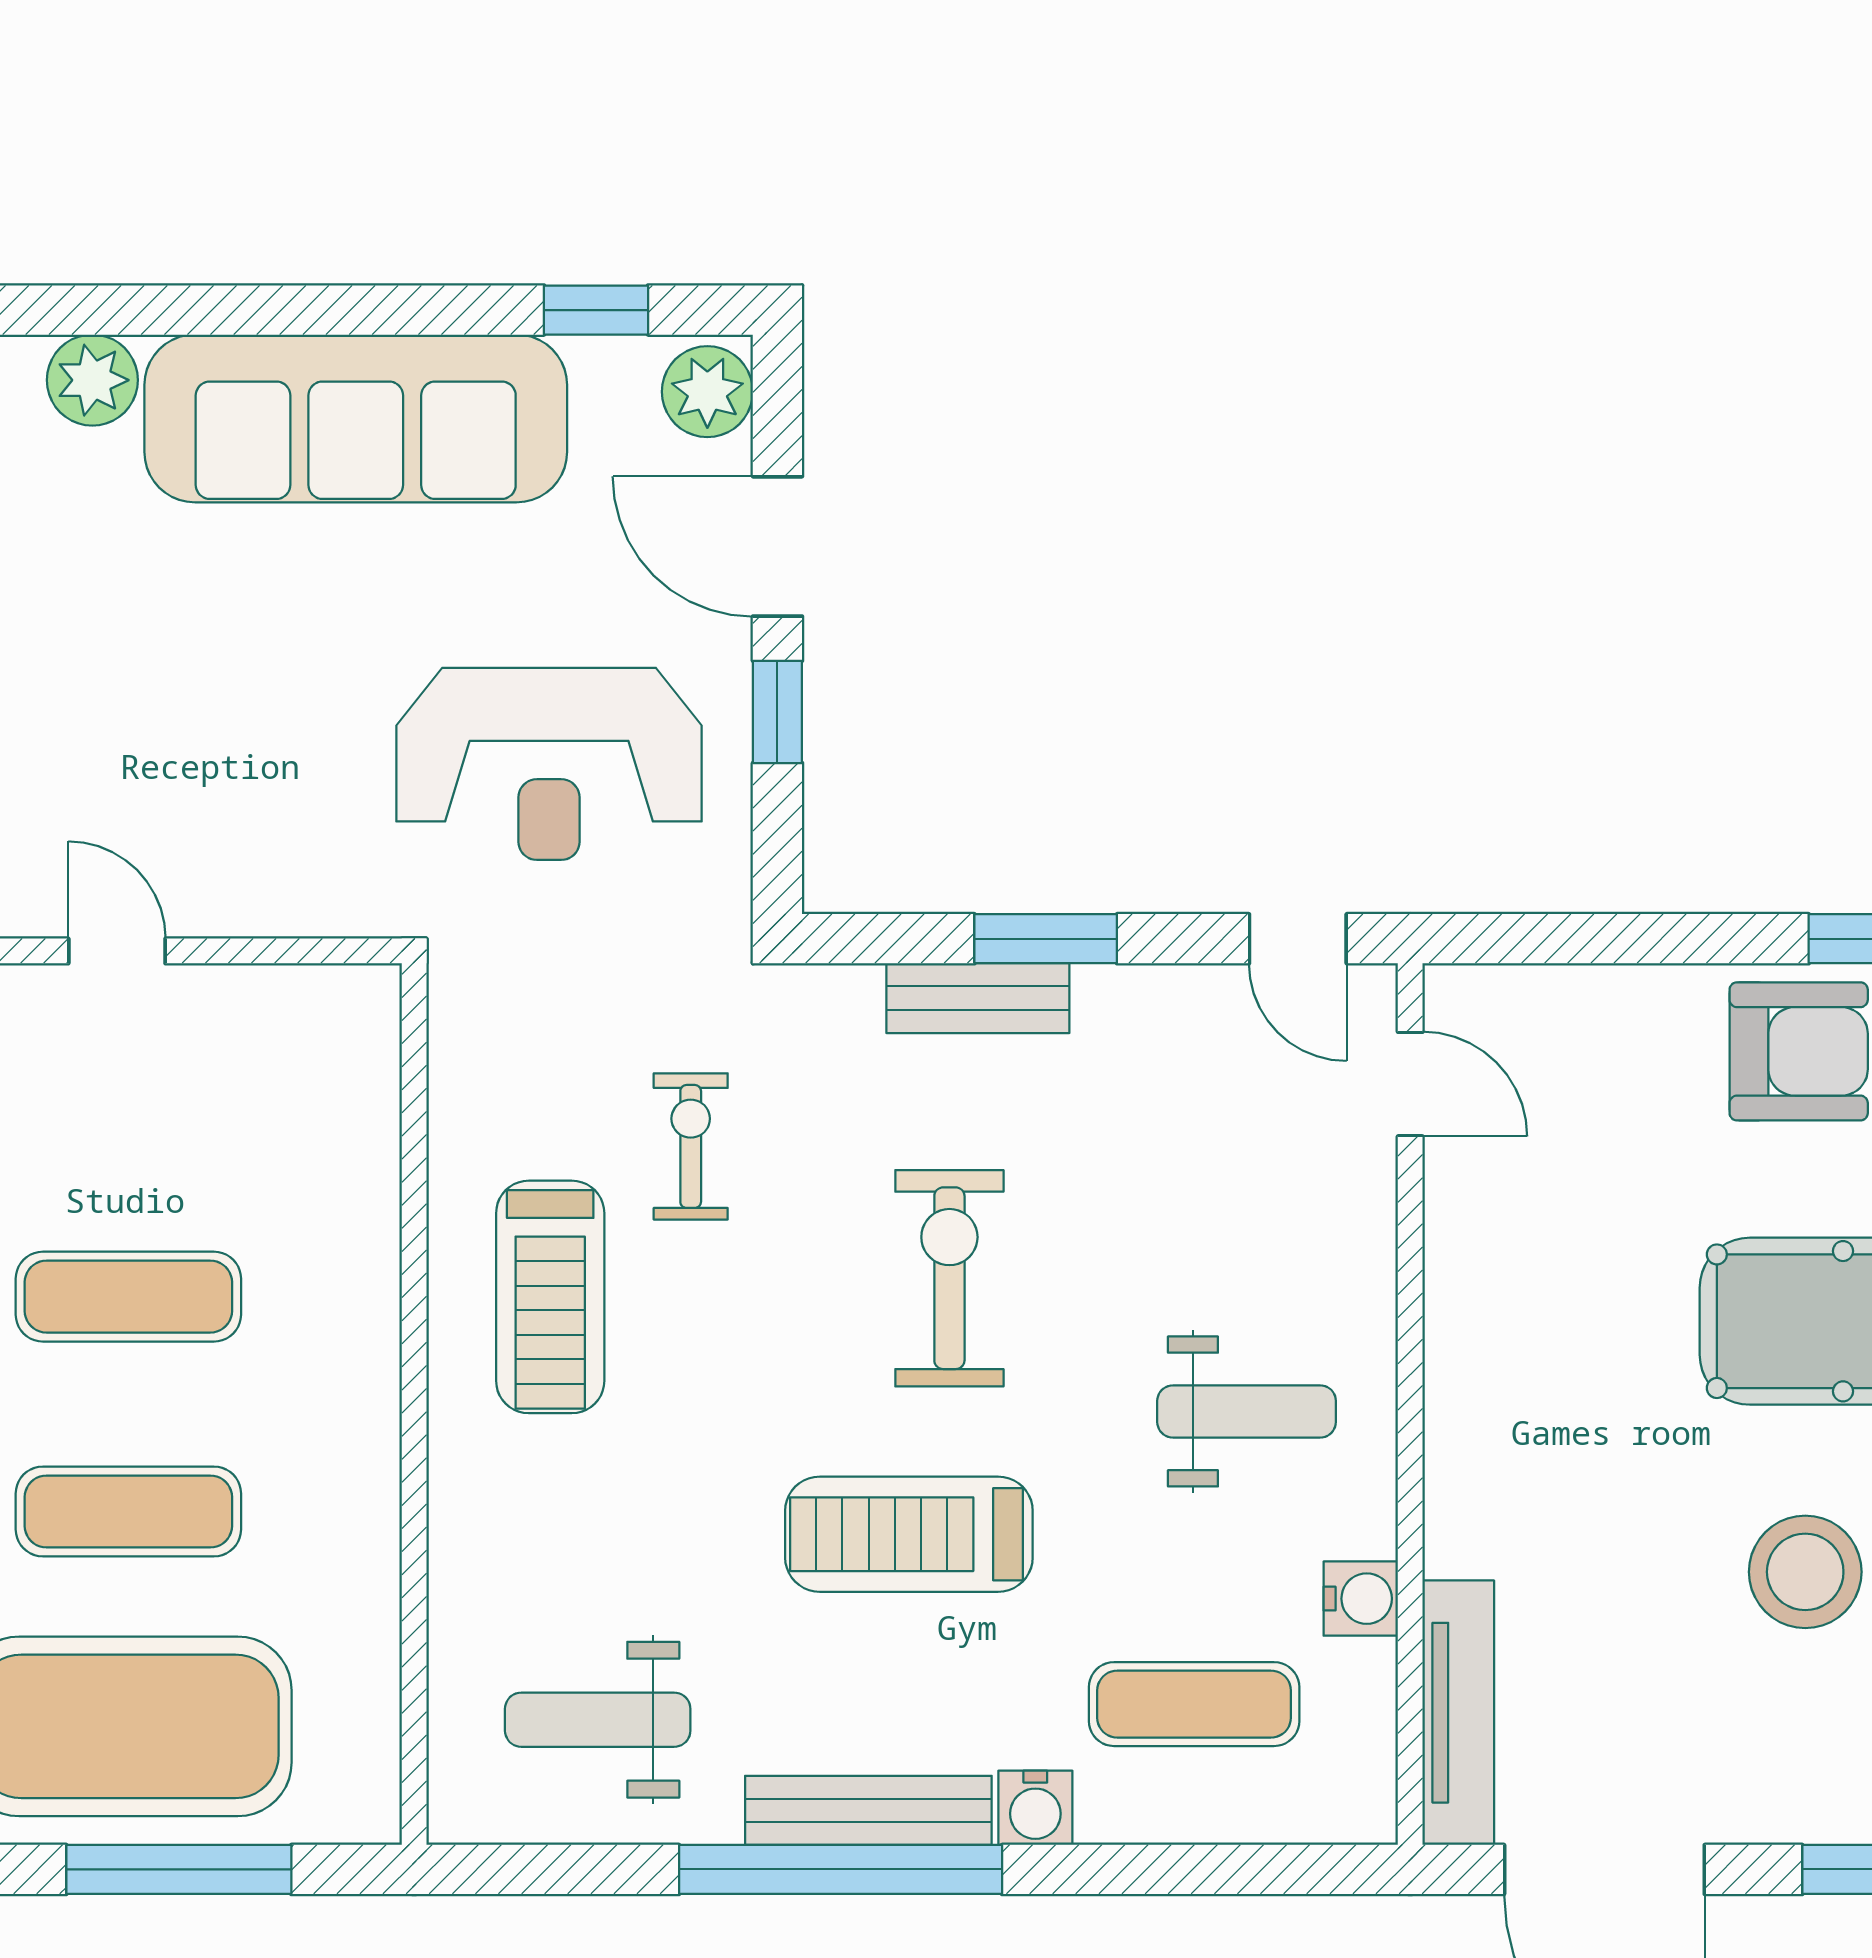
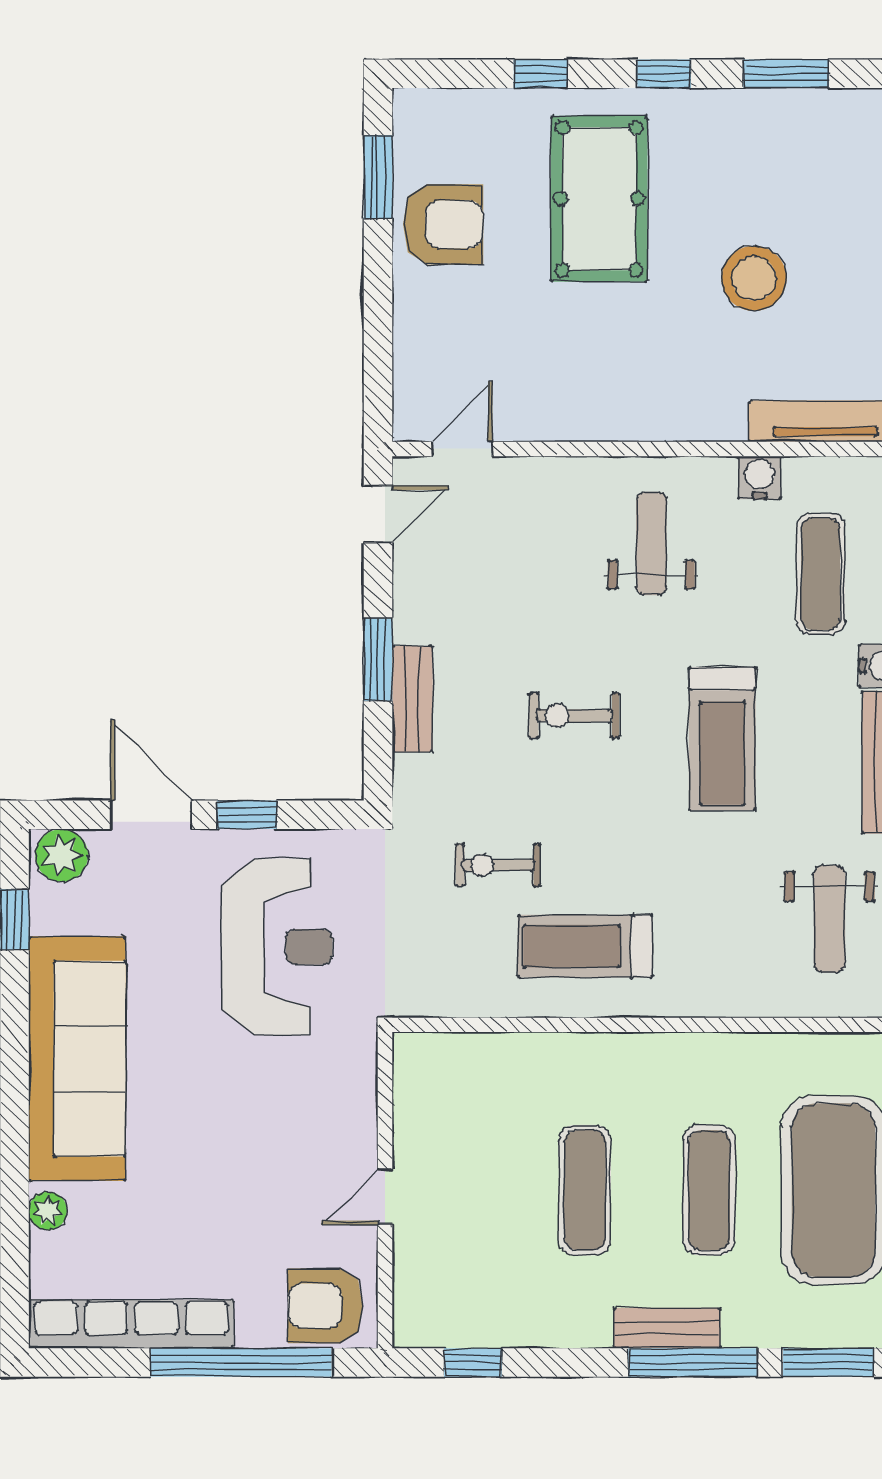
plant: (92, 380) -> (48, 1211), width x0.73, depth x0.73
door: (777, 546) -> (151, 815), swing flipped
armchair: (1799, 1051) -> (443, 224), turned 90
exercise bike: (949, 1278) -> (574, 715), width x0.73, depth x0.72
treadmill: (550, 1297) -> (585, 946), turned 180
stool: (1805, 1572) -> (754, 278), moved

